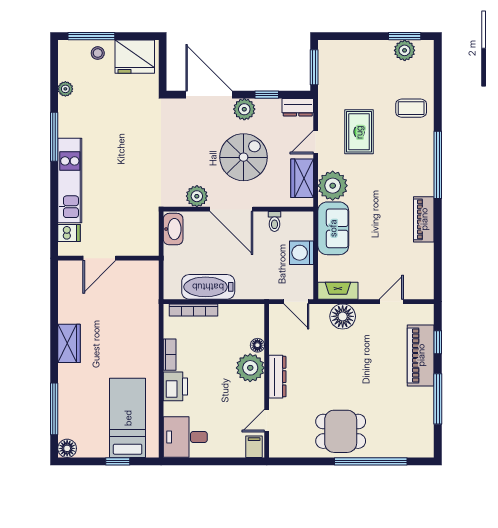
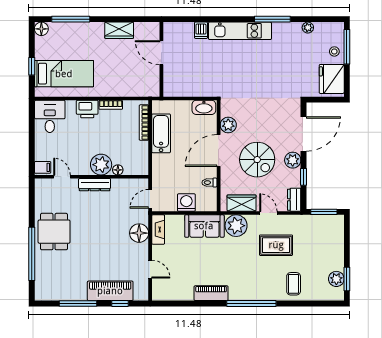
door: (99, 258) -> (161, 53), moved
wall: (108, 258) -> (161, 59), moved

